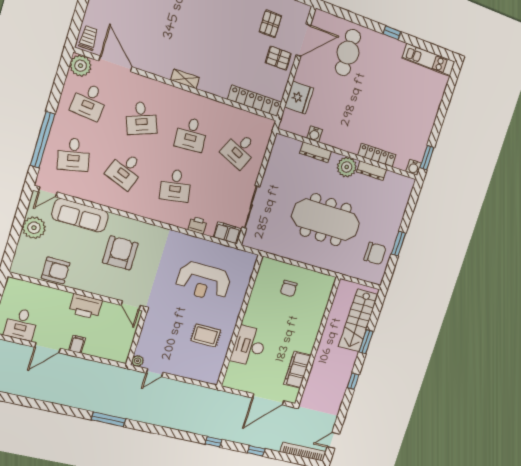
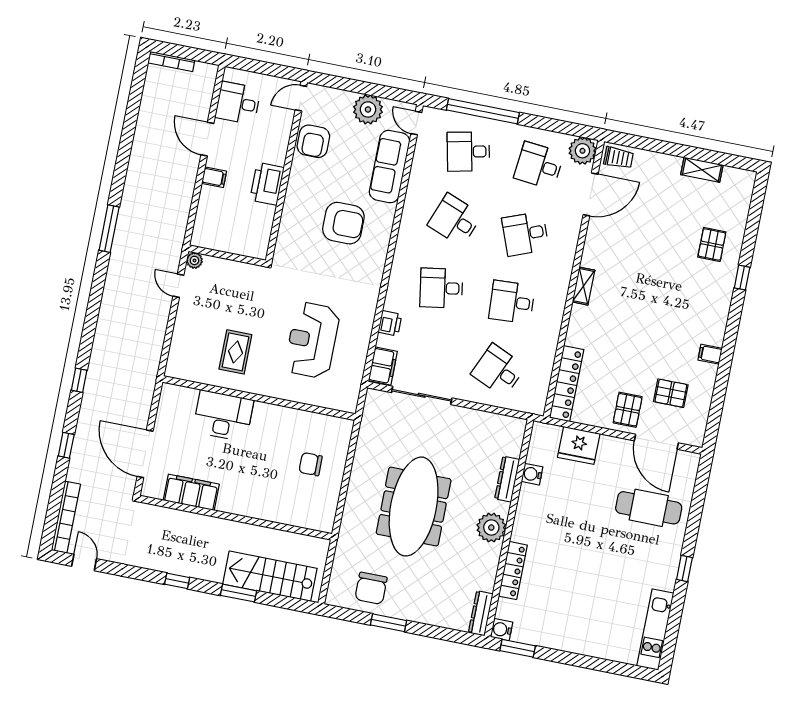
dresser: (371, 171) -> (481, 613), moved
door: (131, 305) -> (301, 98), moved

